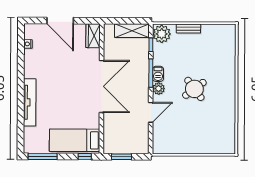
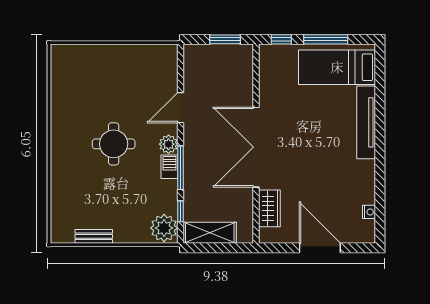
bench: (188, 29) -> (94, 236), moved
wardrobe: (93, 36) -> (269, 208), moved
round table: (194, 89) -> (114, 144), turned 37
bed: (75, 140) -> (337, 67), moved, turned 180
window: (43, 156) -> (326, 39), moved

